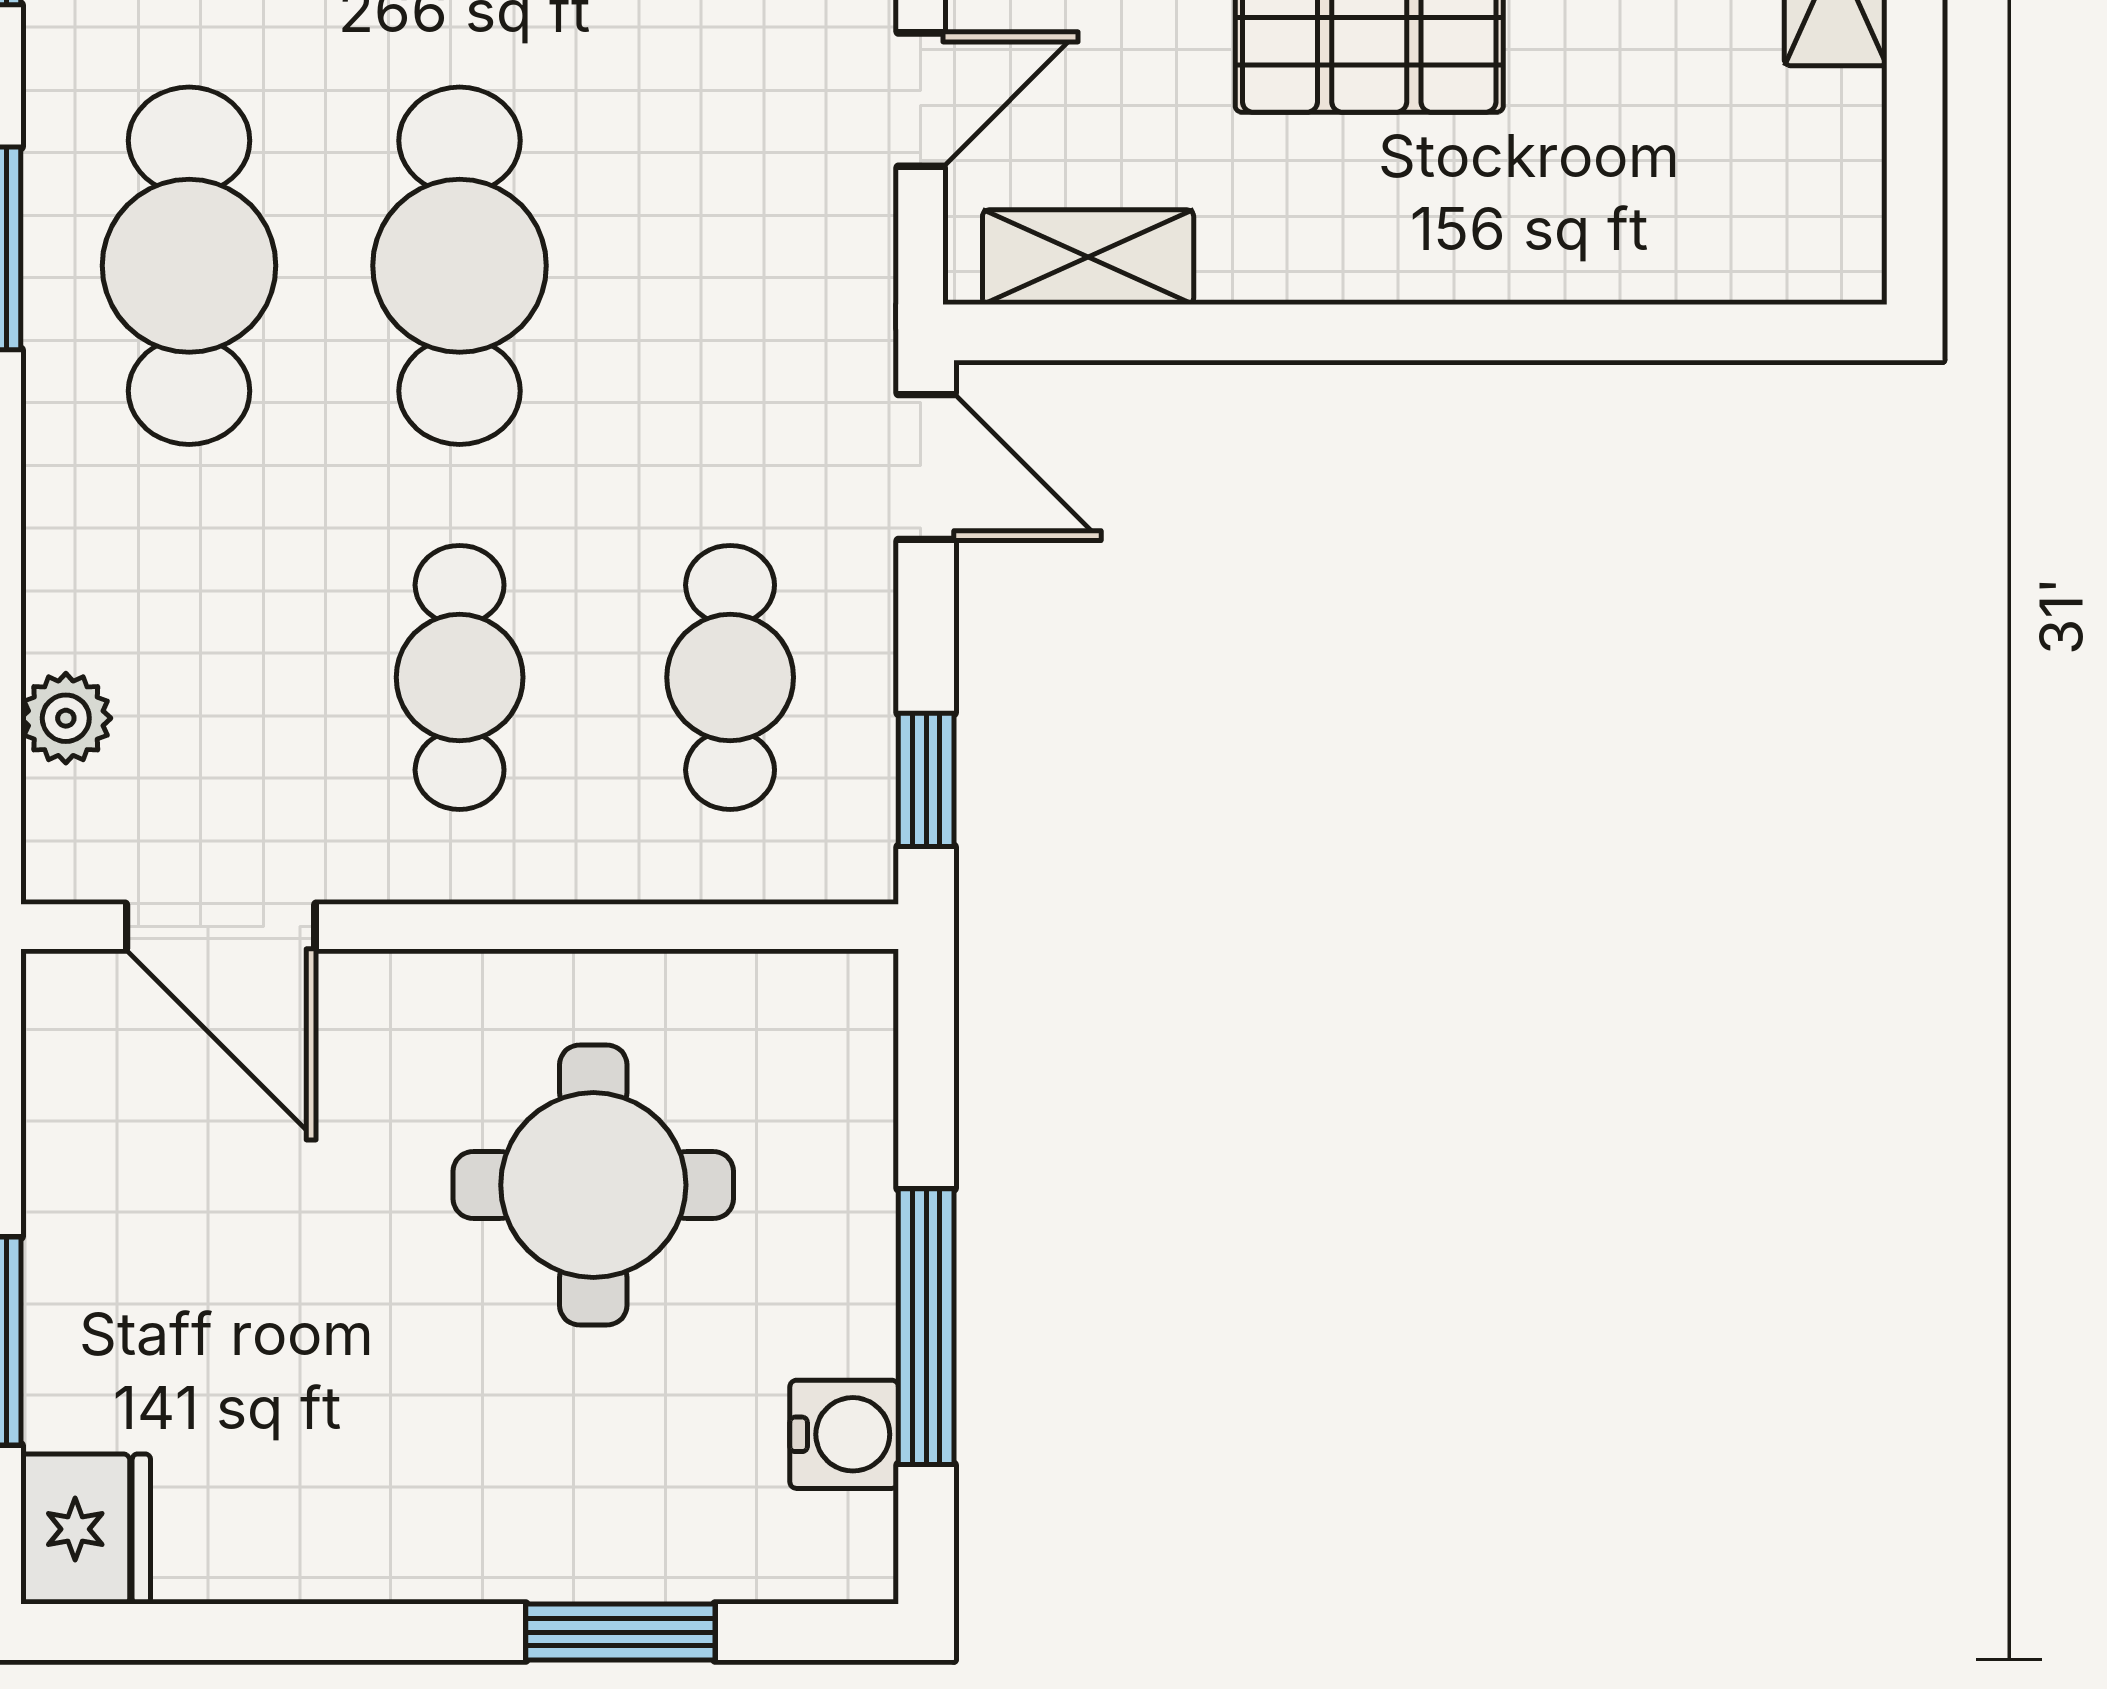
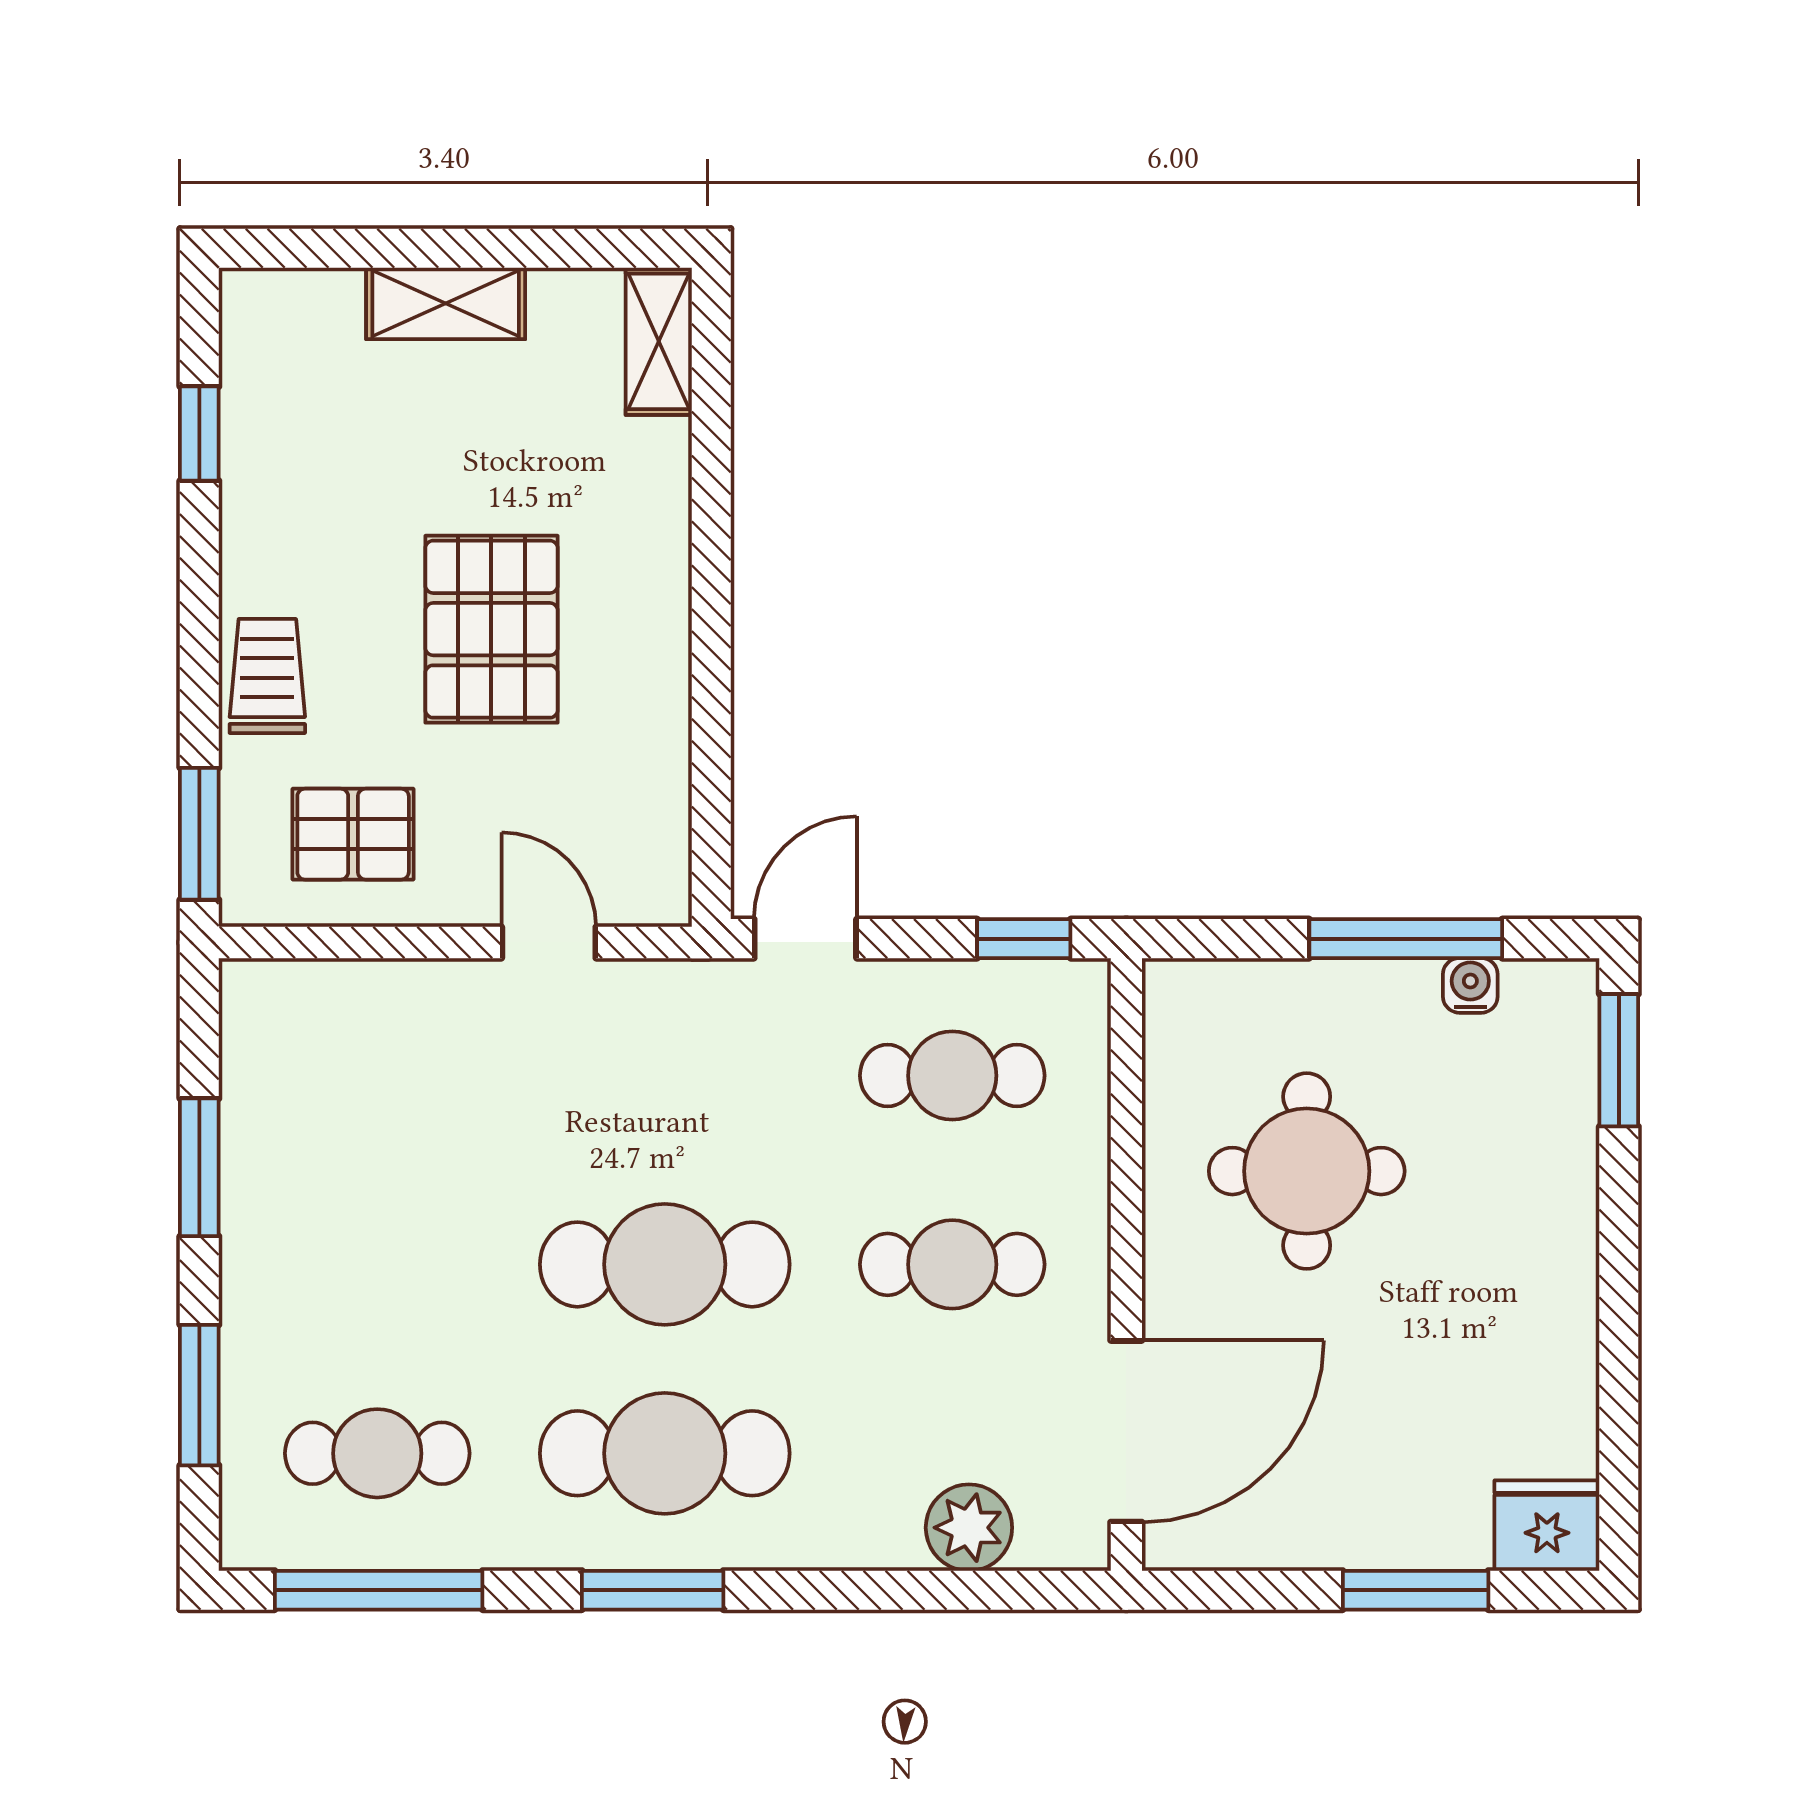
shelving: (1088, 257) -> (659, 341), moved
plant: (66, 718) -> (969, 1528), width x1.38, depth x1.38
door: (221, 927) -> (1126, 1431), width x1.36
water cooler: (844, 1434) -> (1470, 985), width x0.72, depth x0.72
window: (620, 1632) -> (1619, 1060), moved

